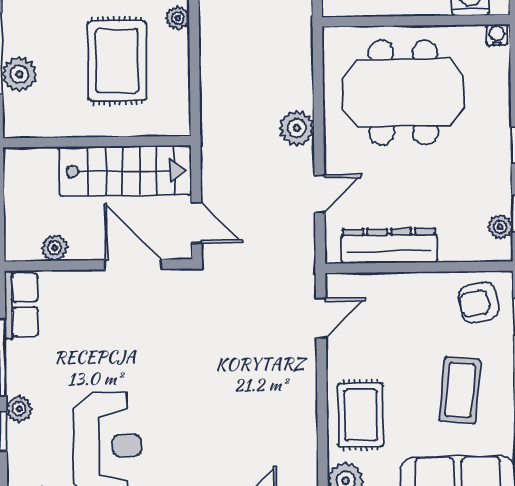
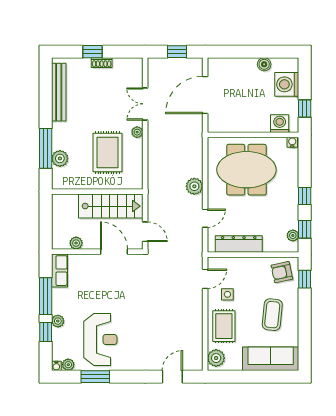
side table: (367, 350) -> (227, 294), added

